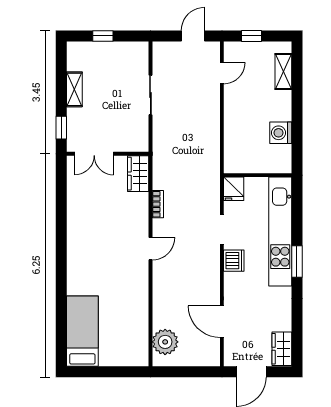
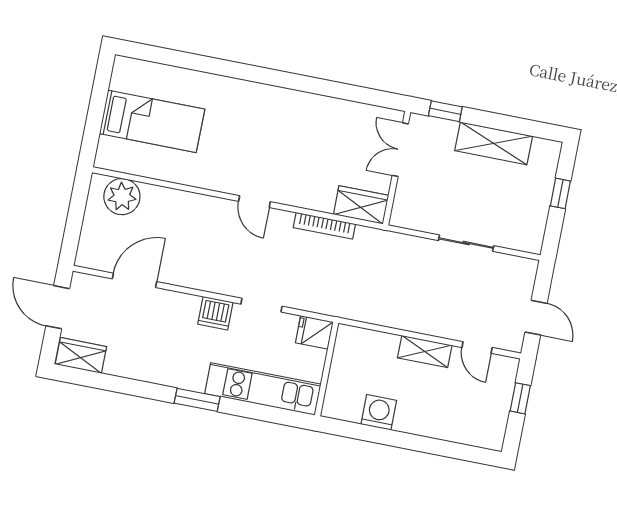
shelving: (283, 72) -> (425, 352), moved
shelving: (74, 89) -> (494, 143), width x1.50, depth x1.33
bookcase: (158, 204) -> (324, 226), width x1.56
kitchen unit: (280, 232) -> (263, 389), width x0.73
bed: (82, 331) -> (152, 121), moved

